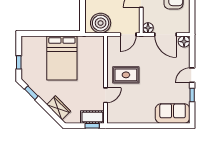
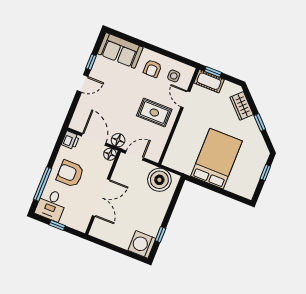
printer: (184, 26) -> (70, 140), added
floor lamp: (184, 42) -> (118, 140), moved
window: (31, 93) -> (260, 122), moved
door: (105, 95) -> (185, 99), hinge flipped
armchair: (141, 109) -> (152, 69), added
side table: (122, 110) -> (174, 76), added

